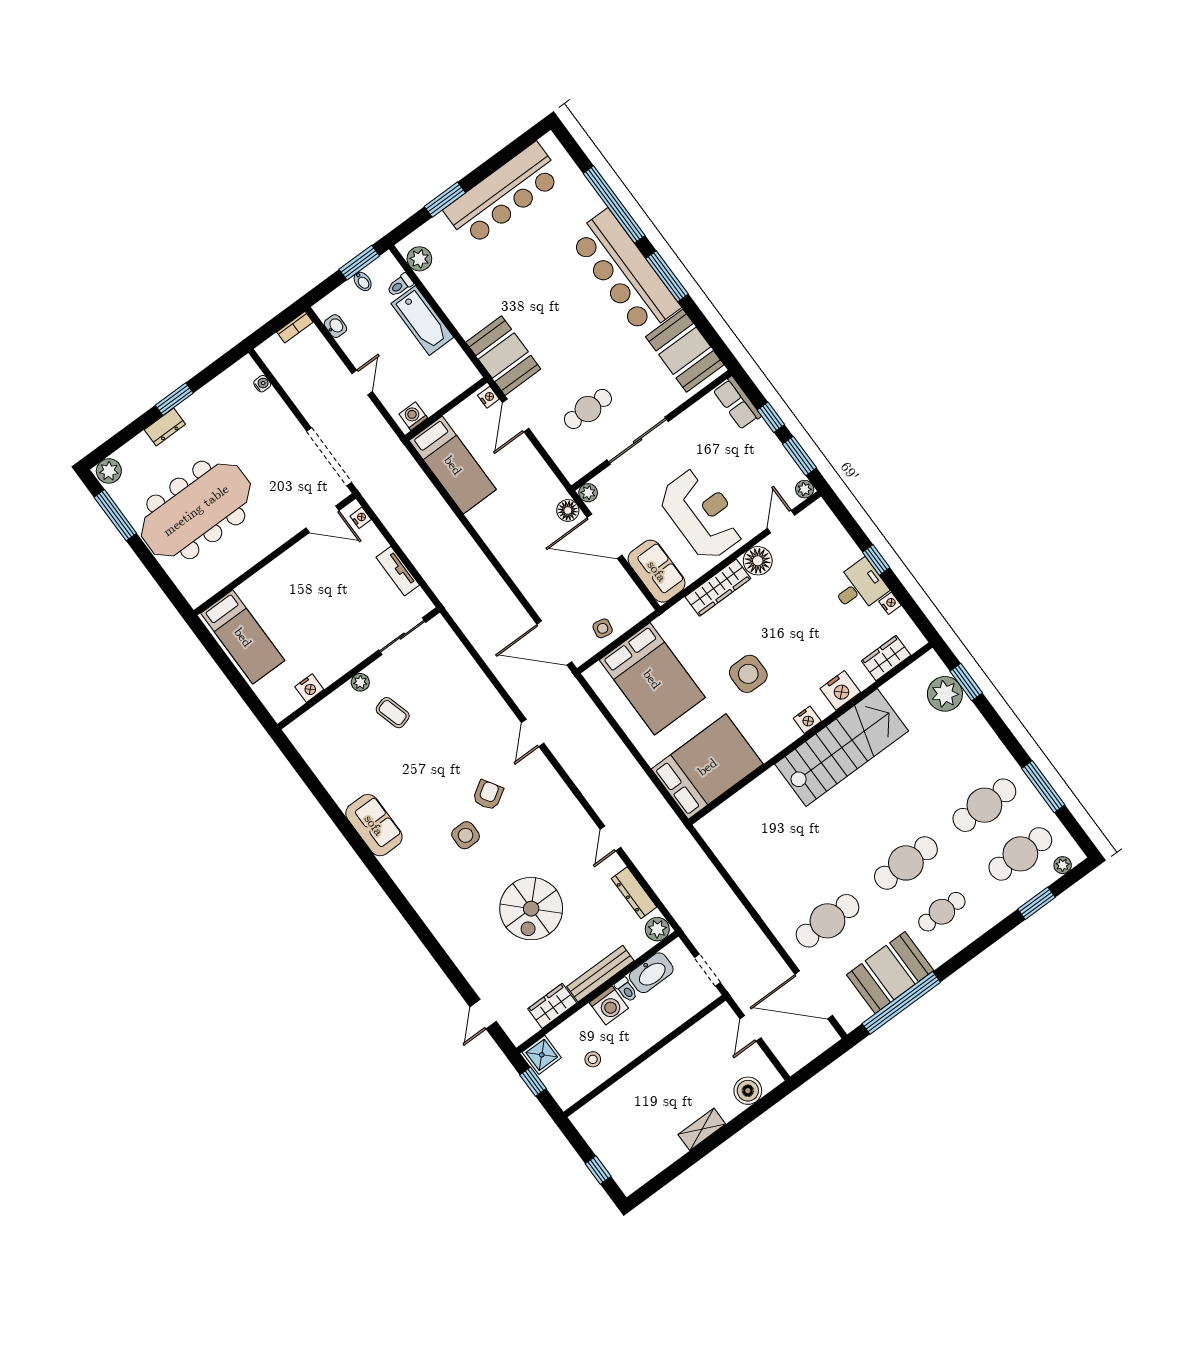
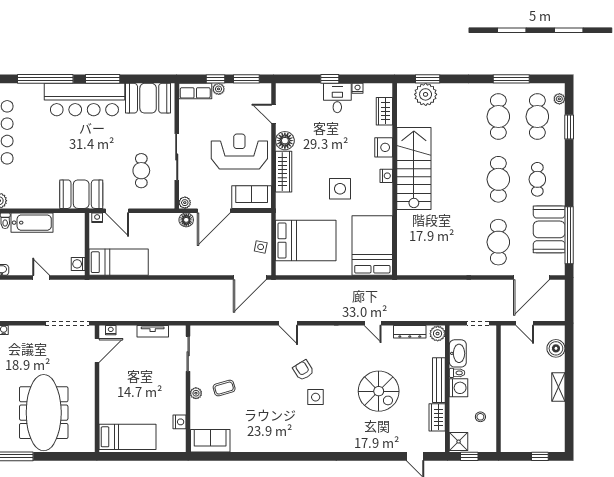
plant: (805, 489) -> (219, 89), moved
sofa: (374, 825) -> (210, 441), moved

